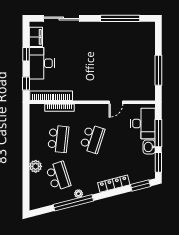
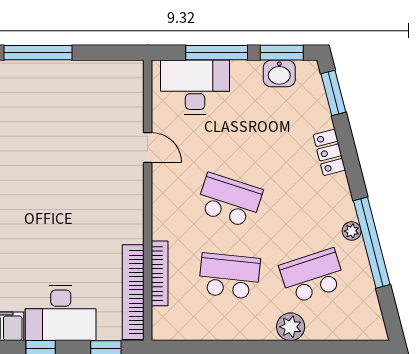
window: (158, 70) -> (38, 53), moved
washbasin: (149, 147) -> (279, 73), moved
locker: (114, 184) -> (329, 152), width x0.66

